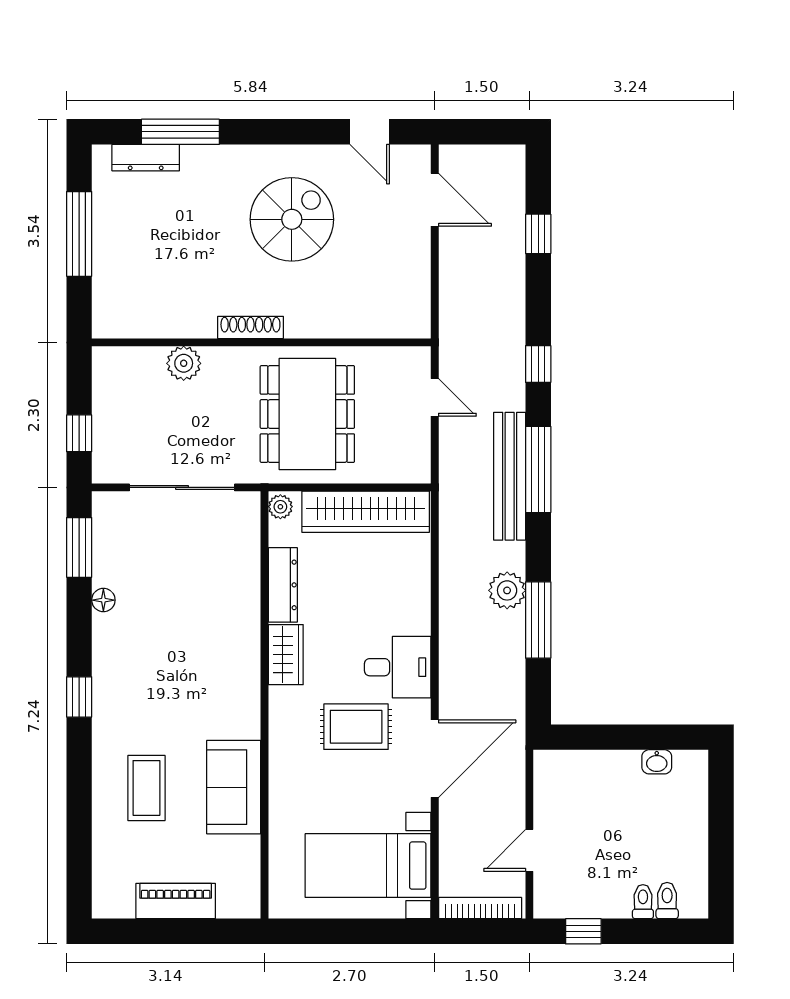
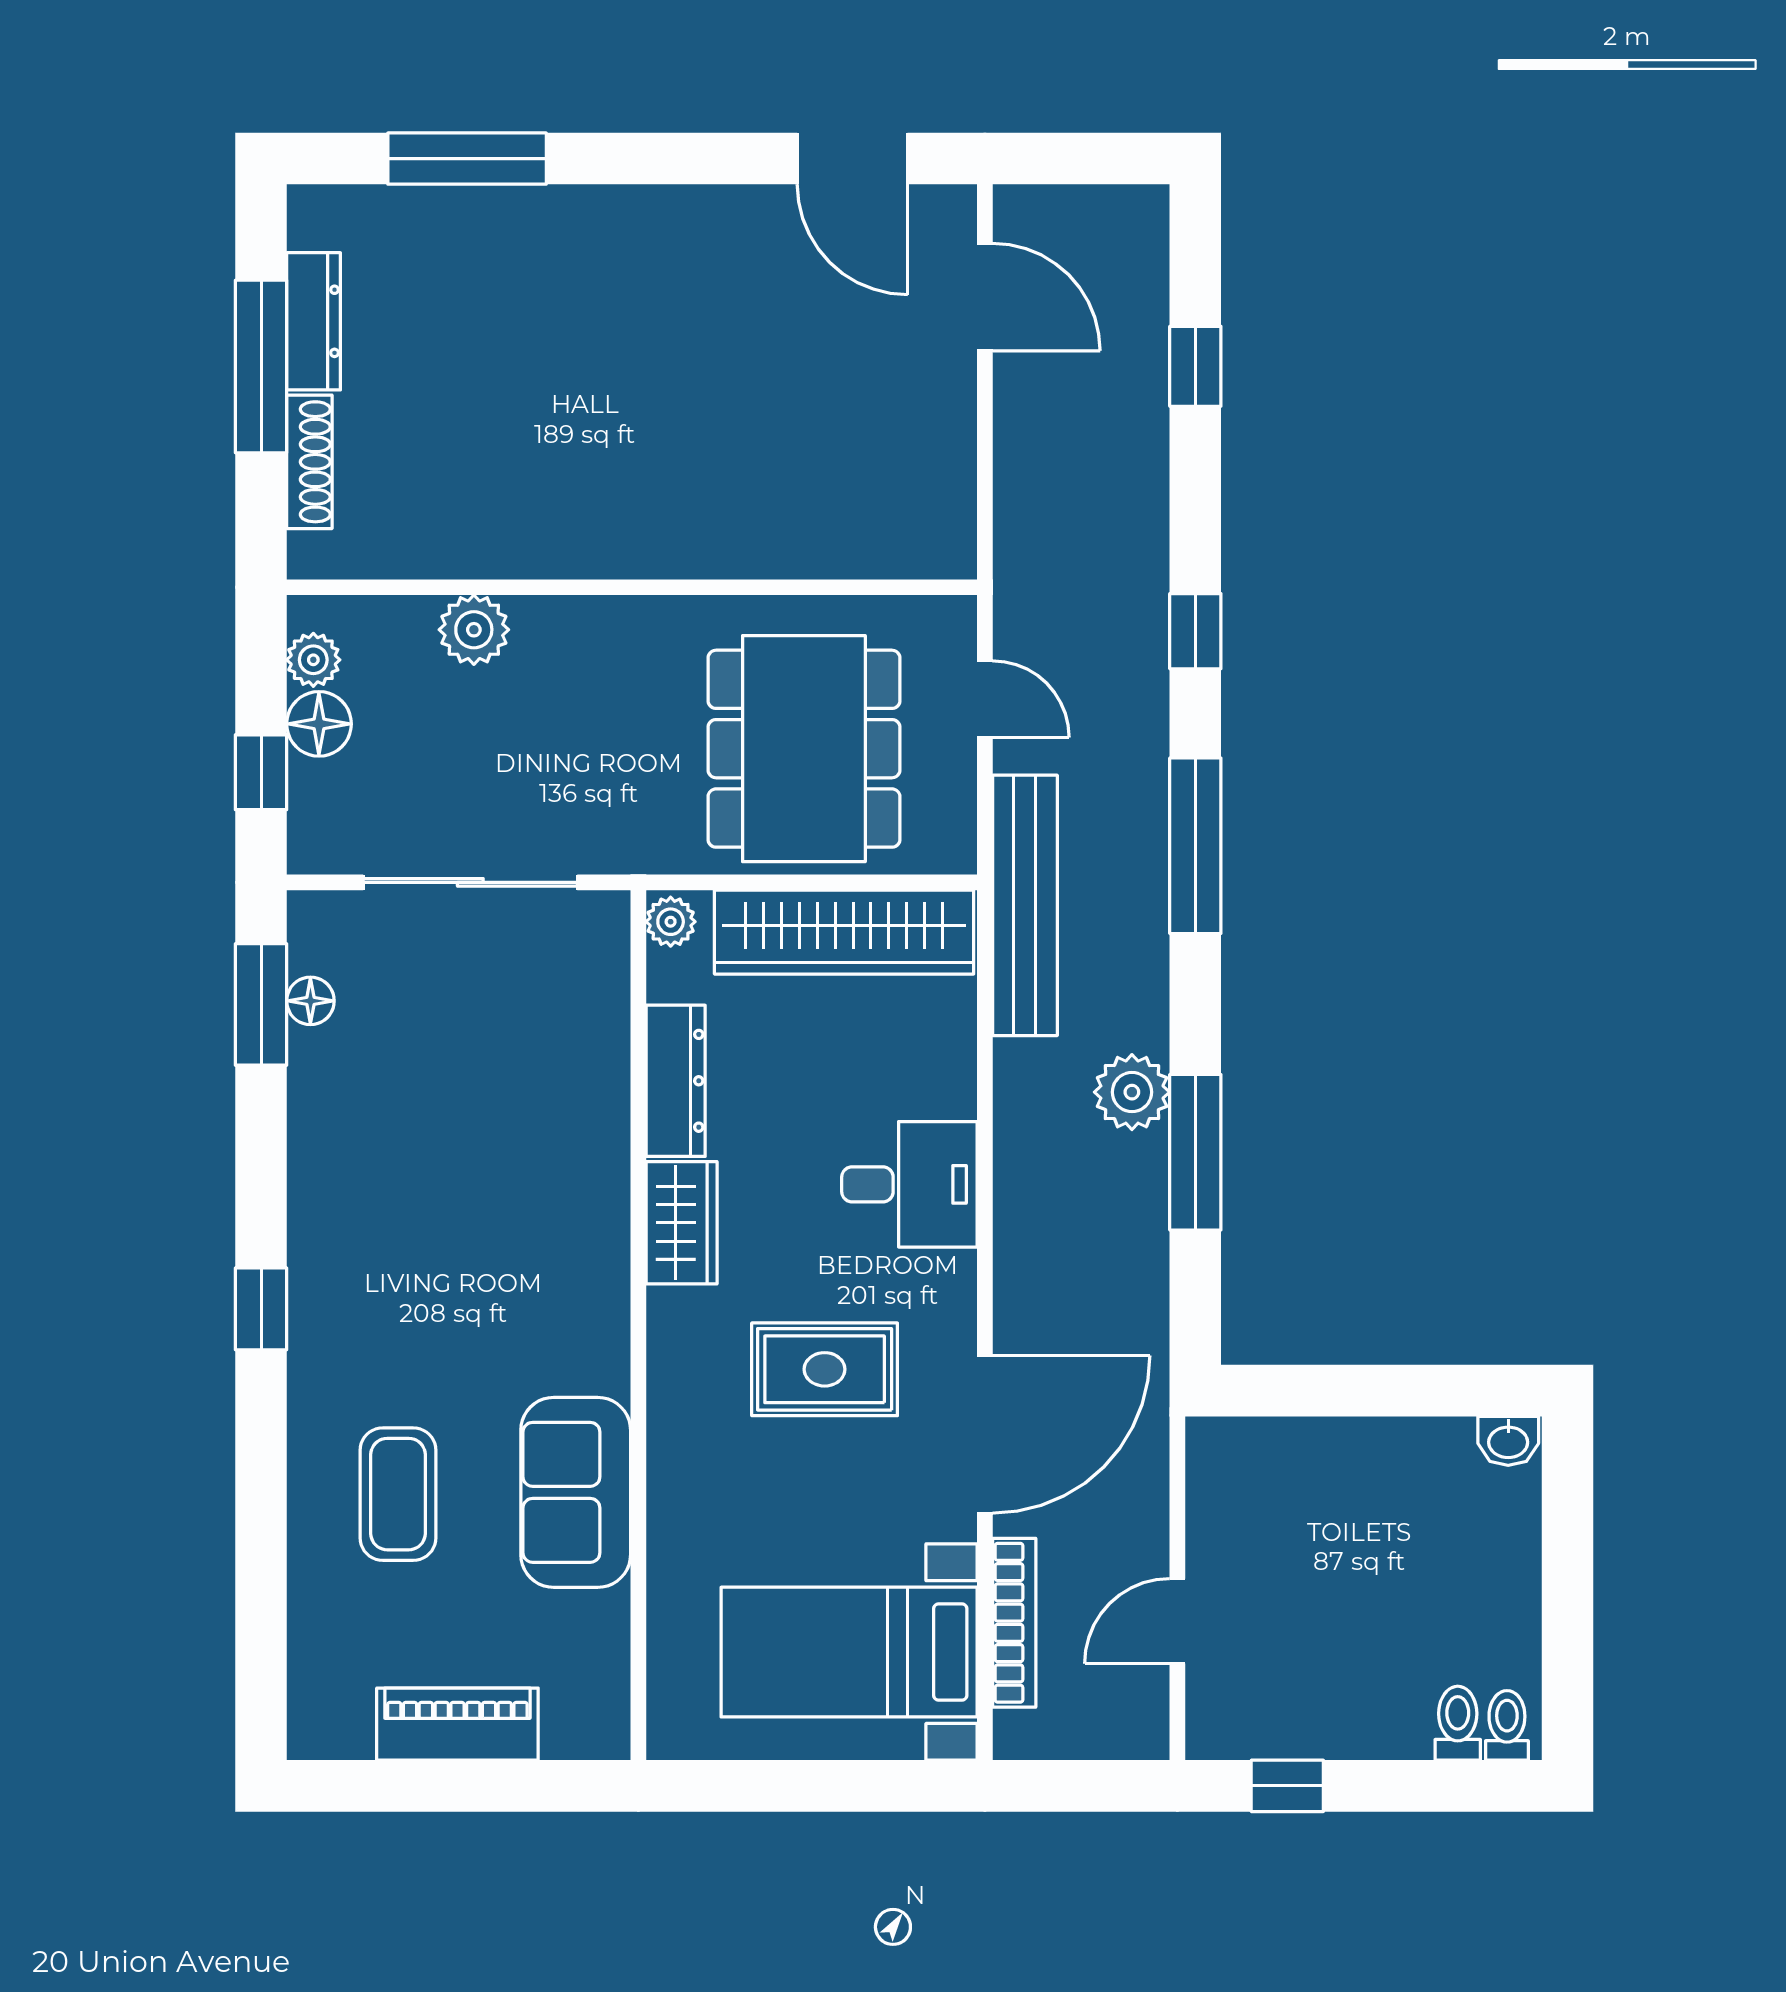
door: (370, 132) -> (852, 159), width x1.38
dresser: (146, 158) -> (314, 321), moved, turned -90
spiral stairs: (292, 219) -> (694, 337), removed
shoe rack: (250, 327) -> (309, 462), moved, turned 90
plant: (105, 378) -> (313, 660), added
floor lamp: (108, 410) -> (319, 724), added
dining table: (307, 414) -> (804, 749), moved
bench: (510, 476) -> (1025, 905), moved
floor lamp: (103, 600) -> (310, 1001), moved
desk: (398, 667) -> (909, 1184), moved
washbasin: (657, 762) -> (1508, 1441), moved
toilet: (643, 902) -> (1507, 1725), moved
bookcase: (480, 908) -> (1014, 1623), moved, turned 90

